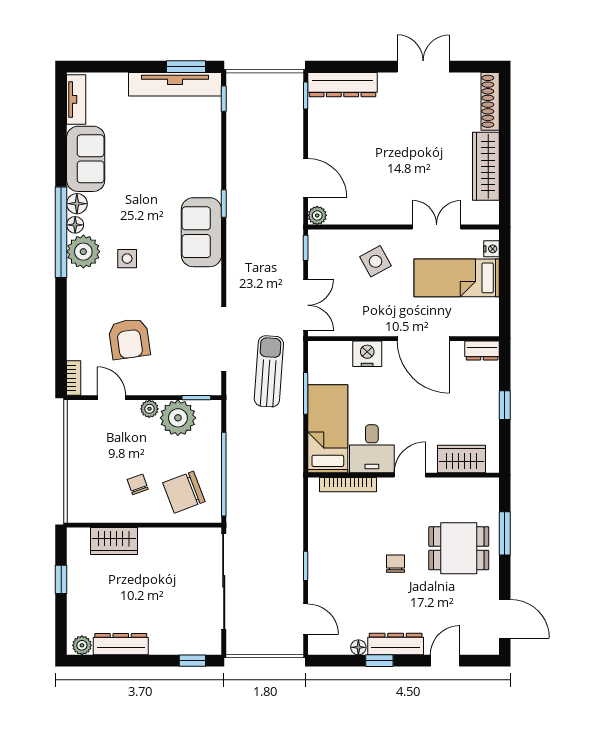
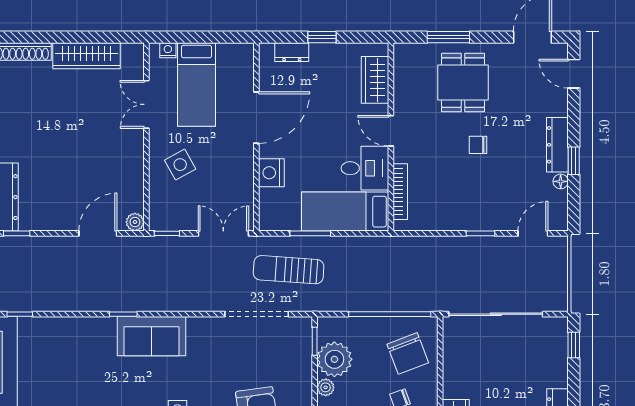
dresser: (482, 350) -> (292, 52), moved, turned 90
door: (445, 661) -> (574, 74), moved

